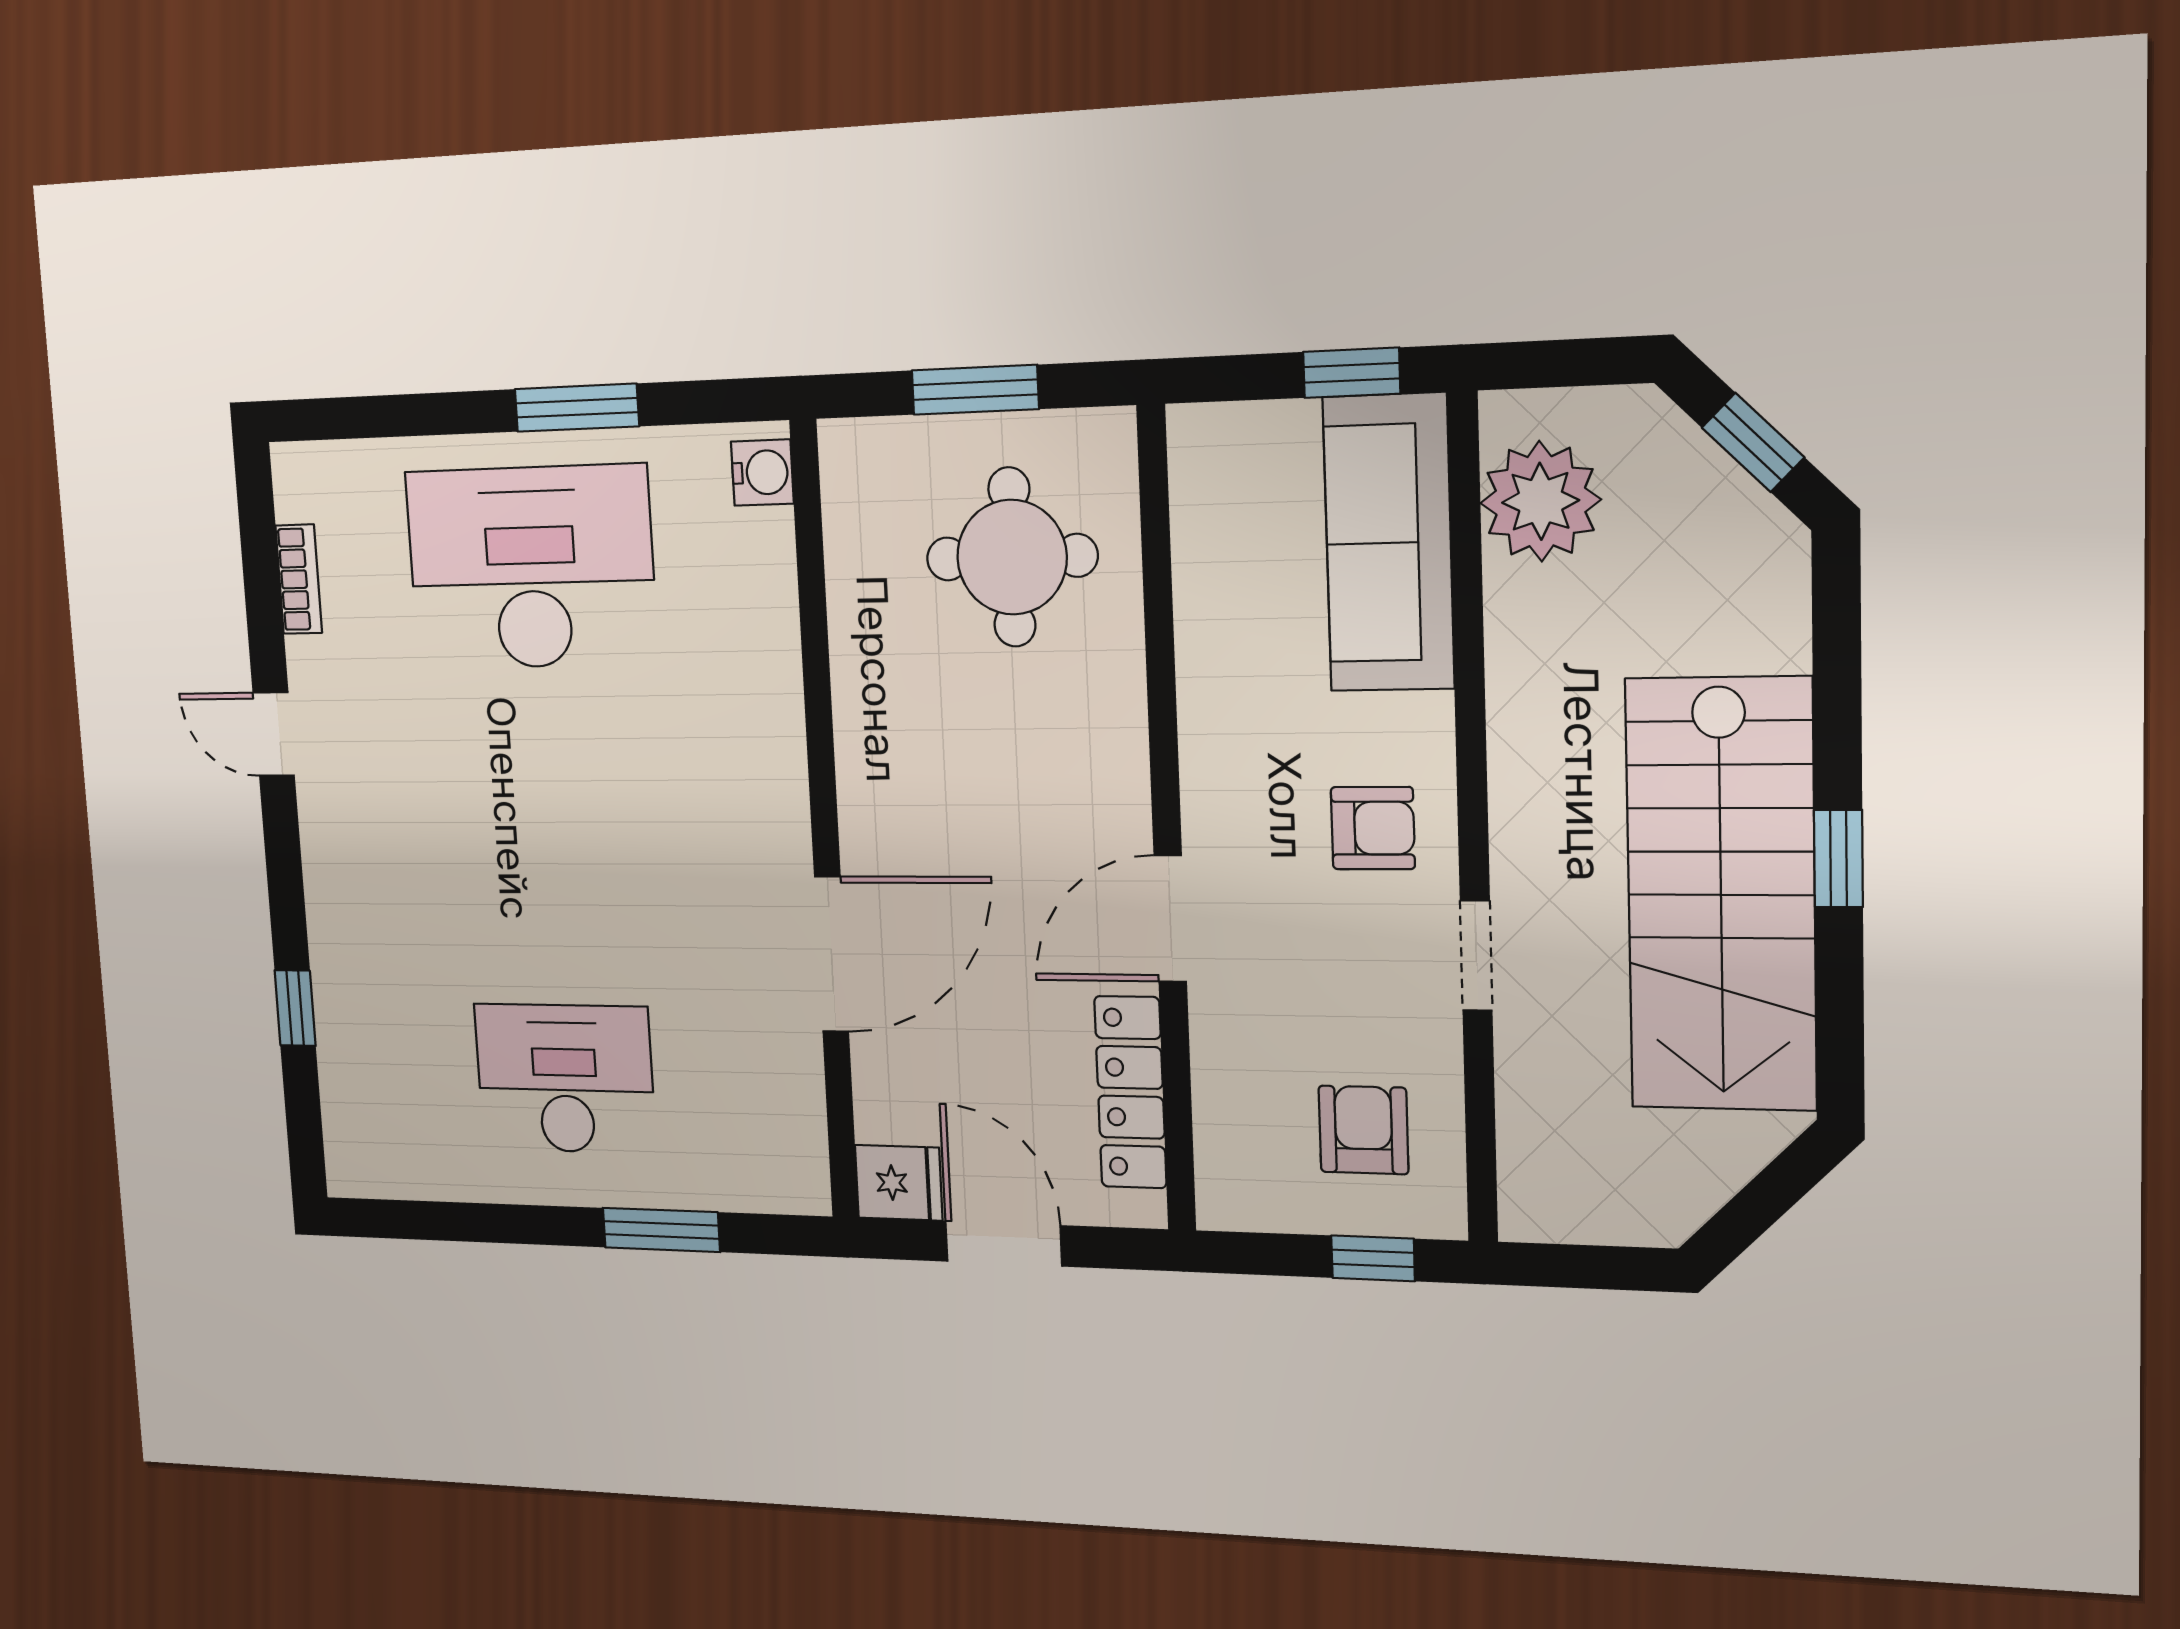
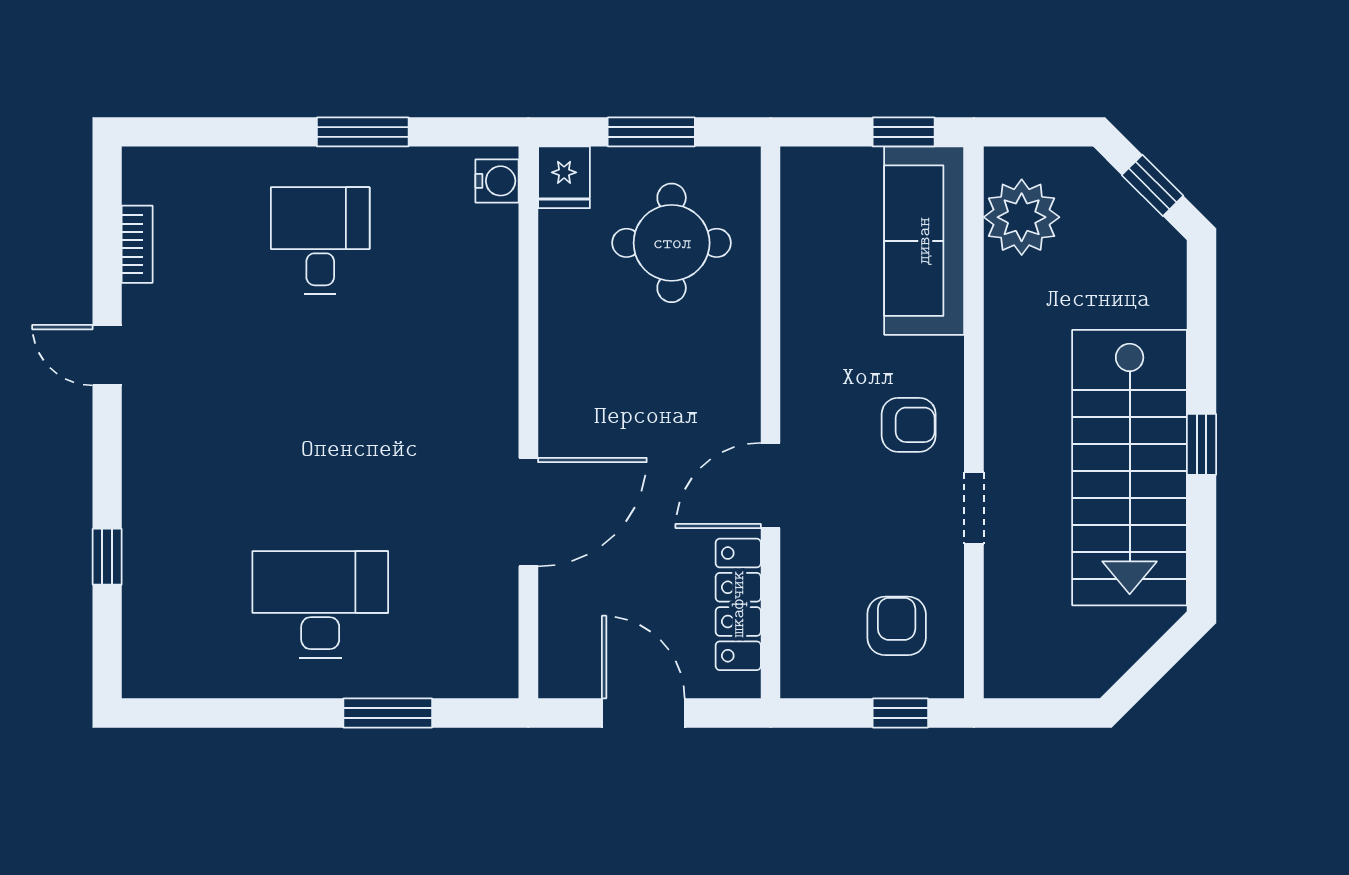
desk: (531, 567) -> (320, 241), width x0.53, depth x0.77
fridge: (899, 1183) -> (564, 177), moved, turned 90

